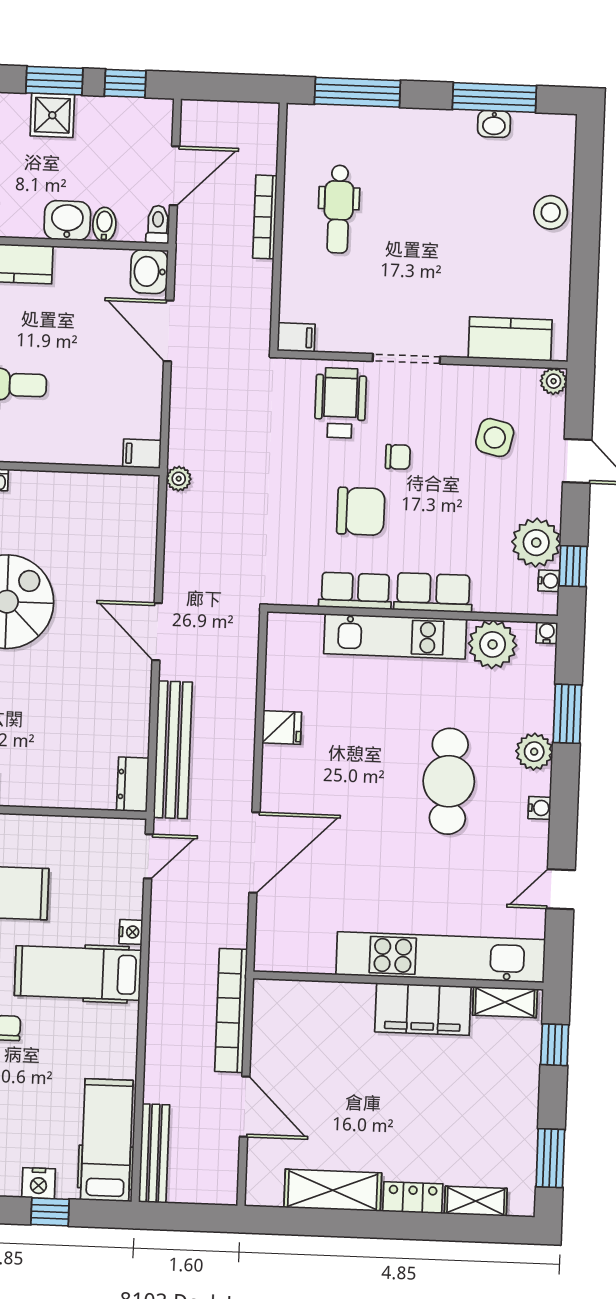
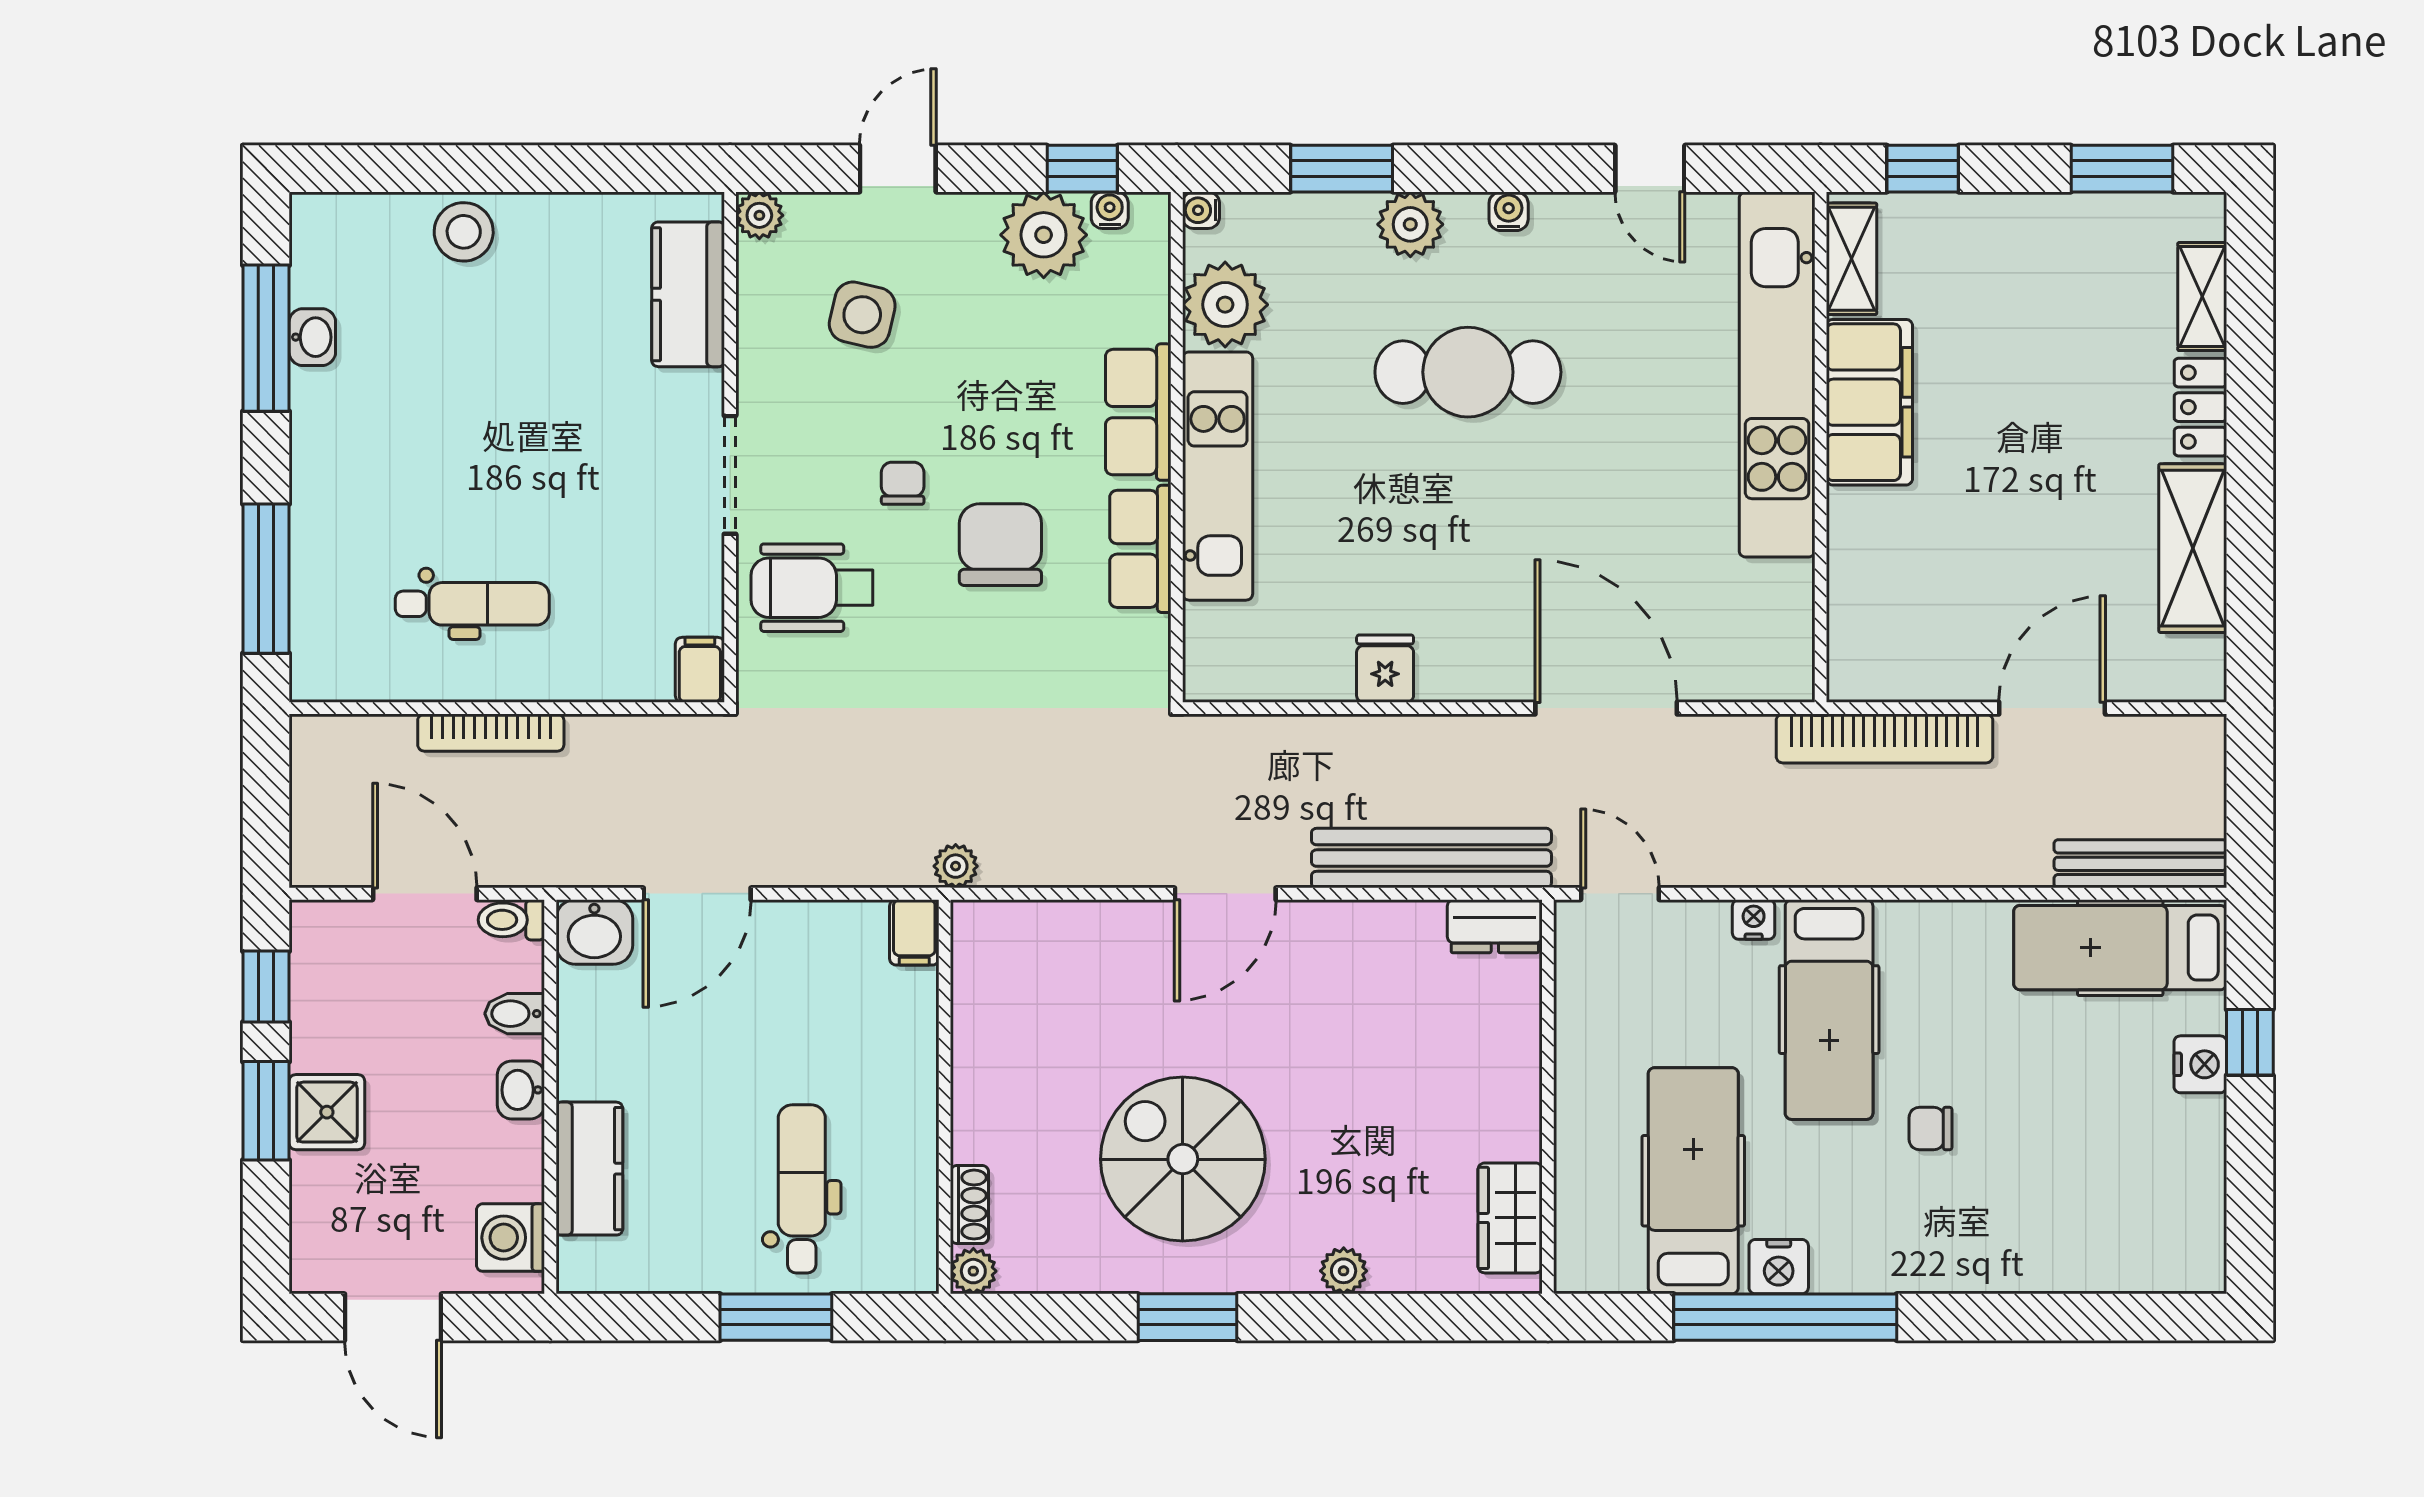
washbasin: (67, 220) -> (521, 1090), width x0.72, depth x0.69

